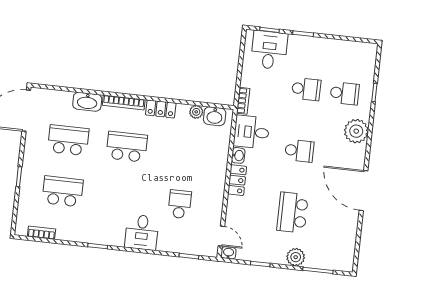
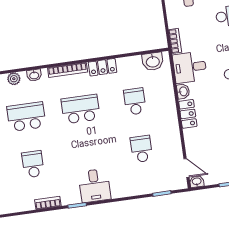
washbasin: (87, 102) -> (34, 75), width x0.52, depth x0.69
plant: (196, 112) -> (14, 79), moved
school desk: (185, 153) -> (135, 101), added
school desk: (63, 191) -> (33, 164), width x0.54
desk: (142, 232) -> (95, 186), moved
bookcase: (41, 233) -> (48, 203), moved

